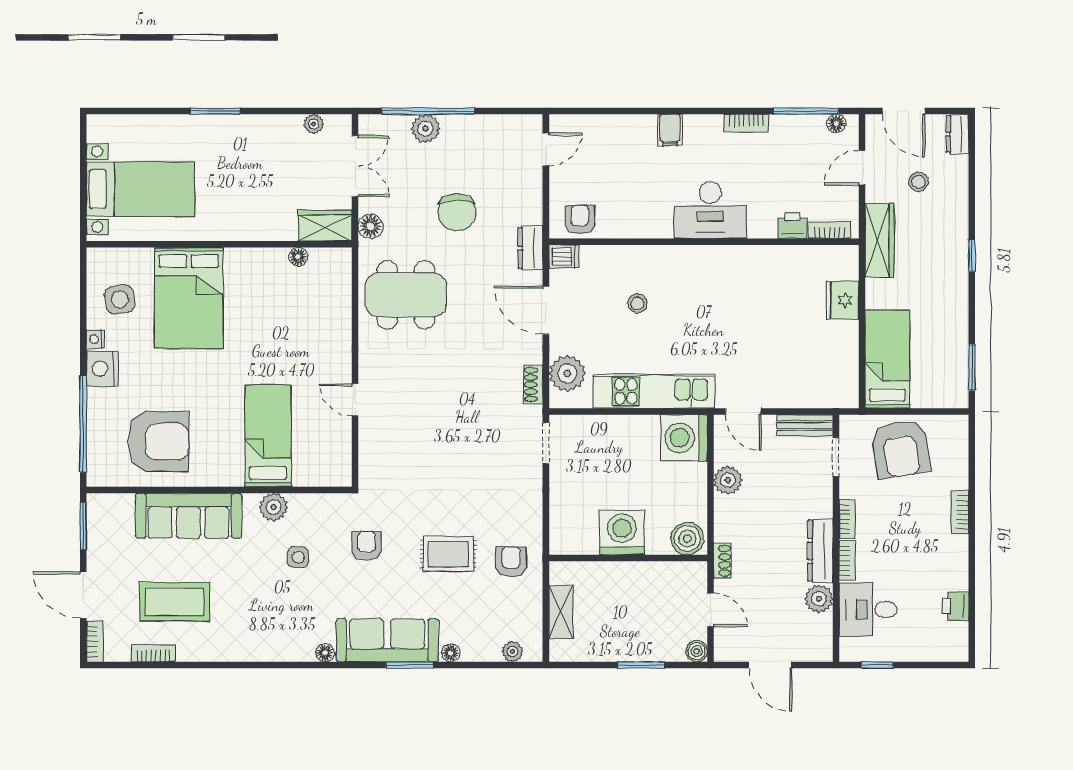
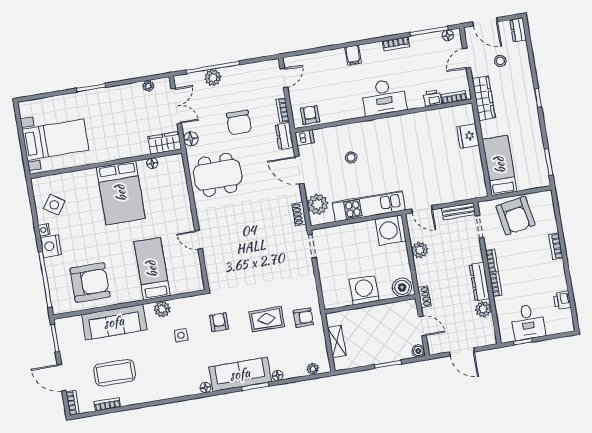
bookcase: (535, 203) -> (283, 110), added
bed: (189, 298) -> (121, 193), moved
side table: (120, 299) -> (54, 205), turned 45
armchair: (511, 562) -> (303, 318), turned 90
desk: (868, 610) -> (528, 322), moved, turned -90

